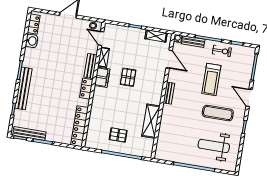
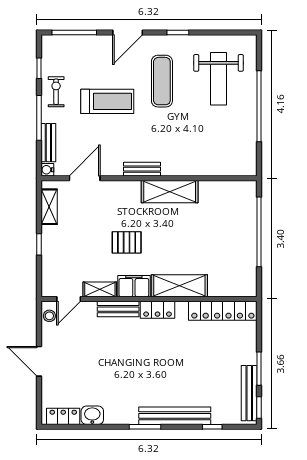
shelving: (98, 104) -> (179, 286), added
shelving: (151, 121) -> (170, 192), moved
pallet: (118, 135) -> (227, 243), removed

